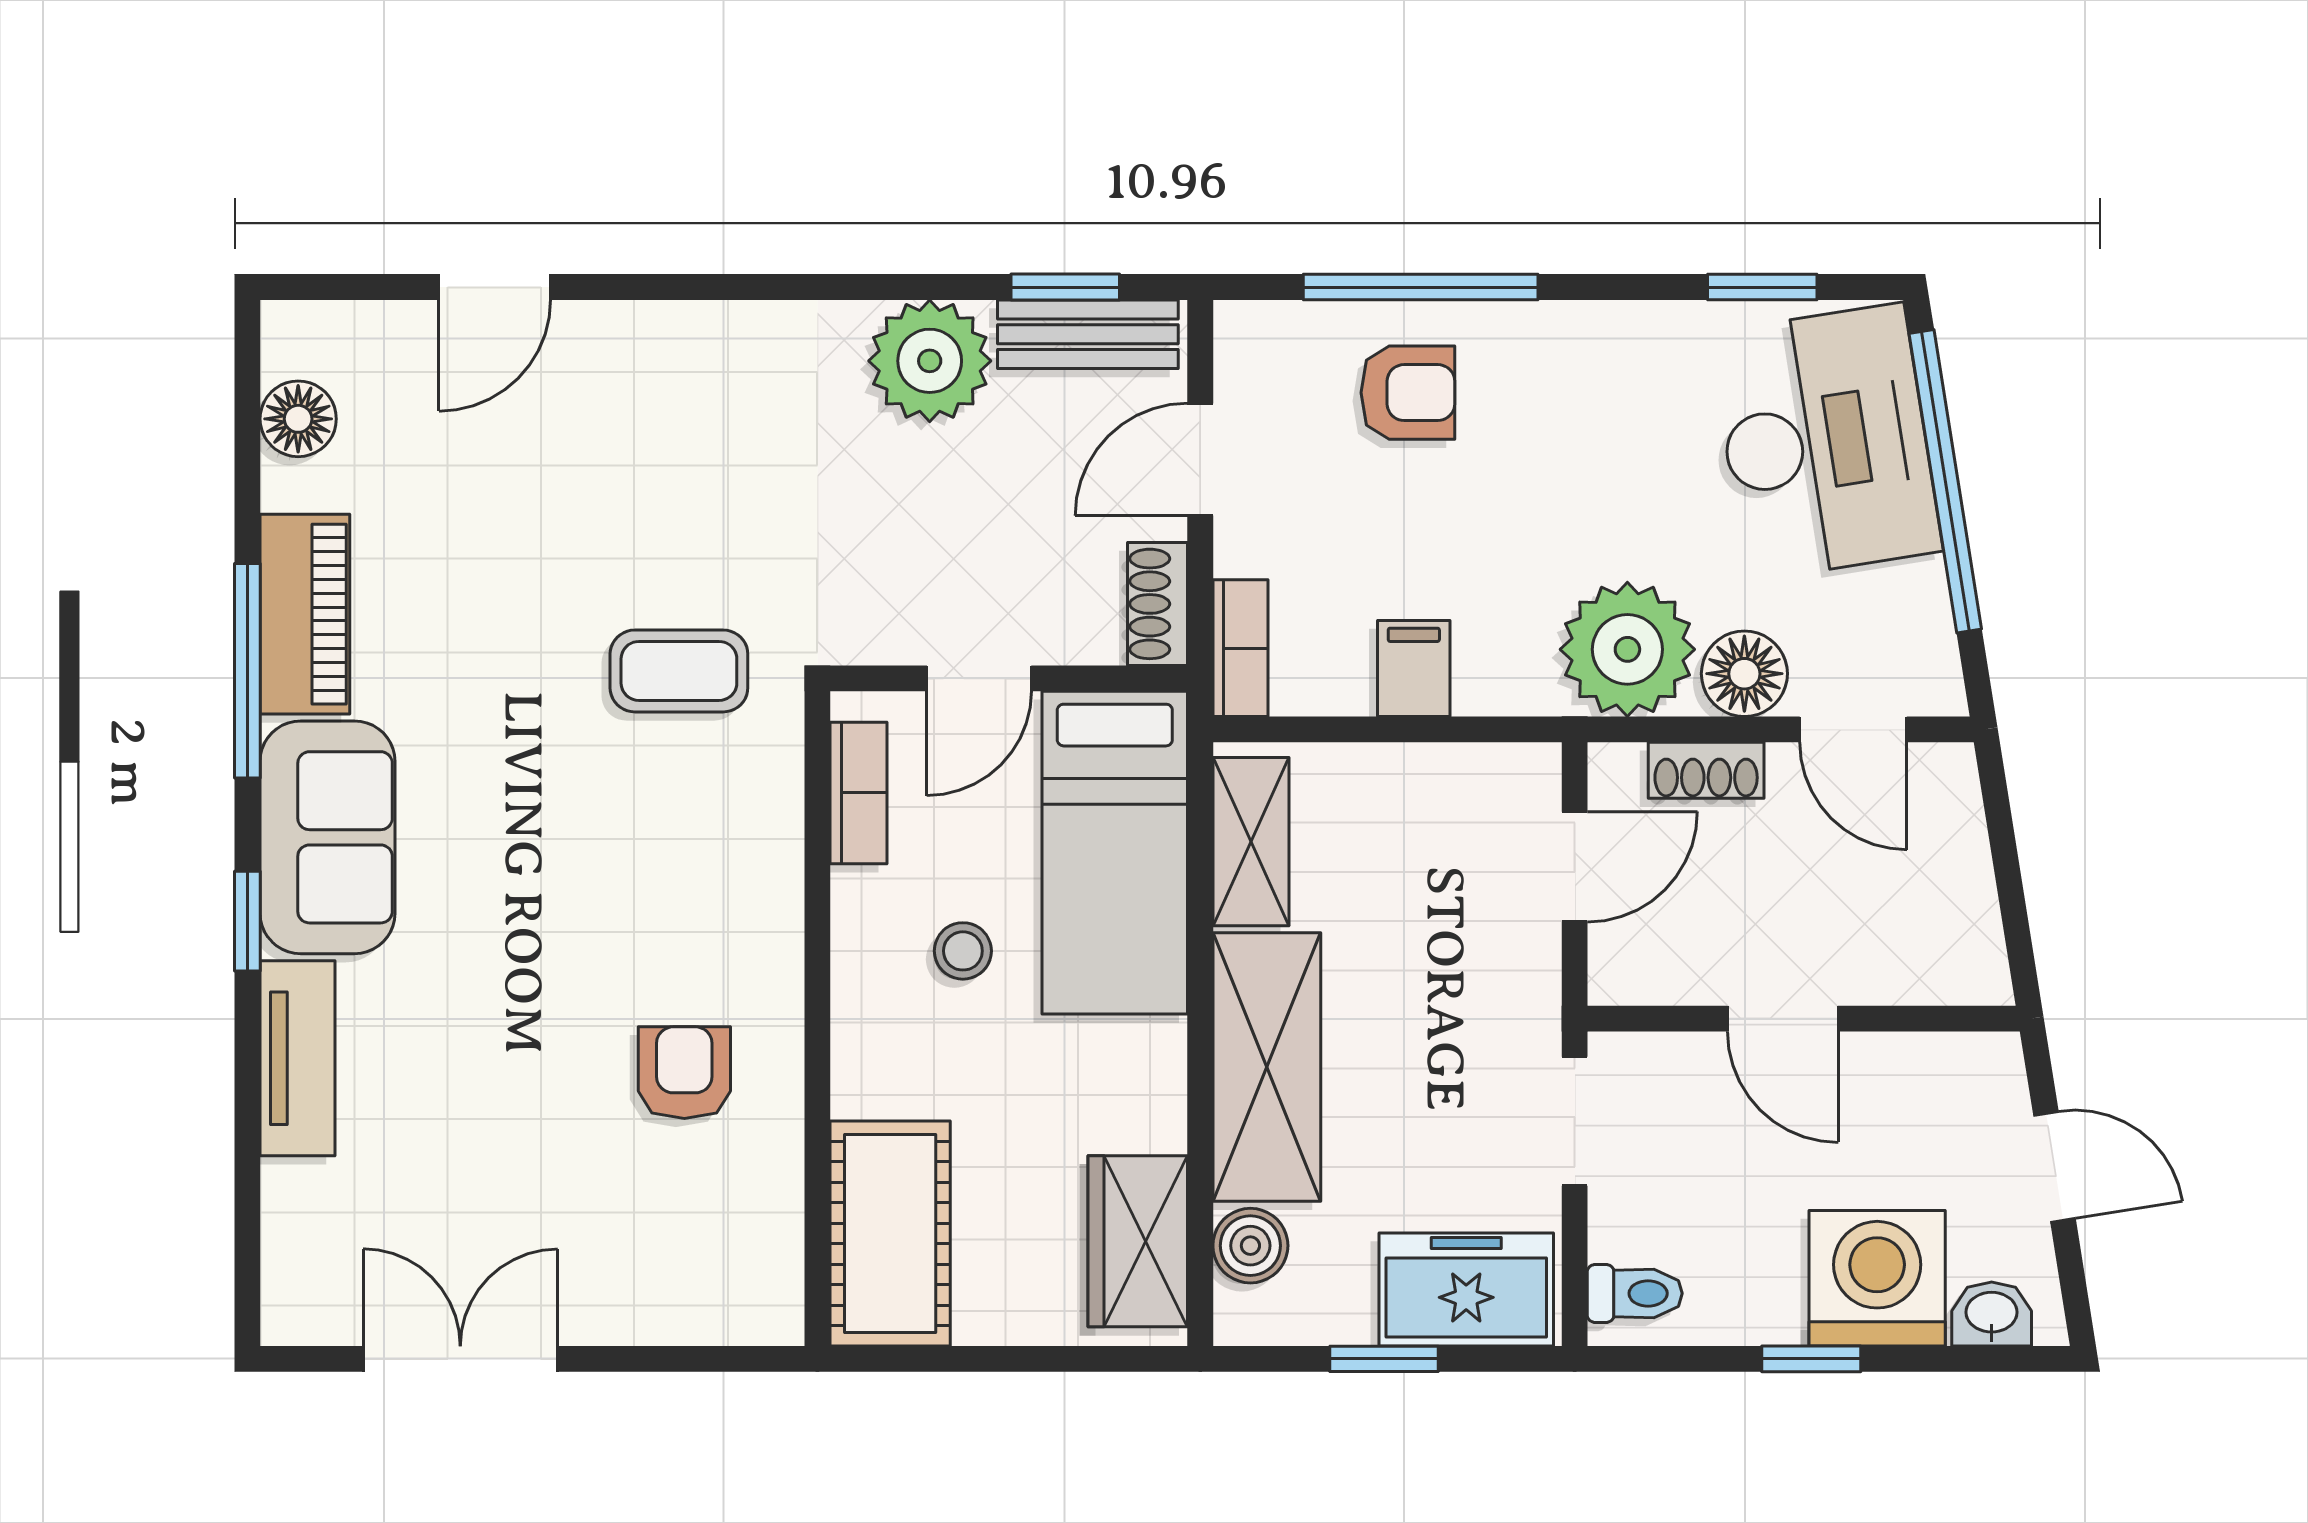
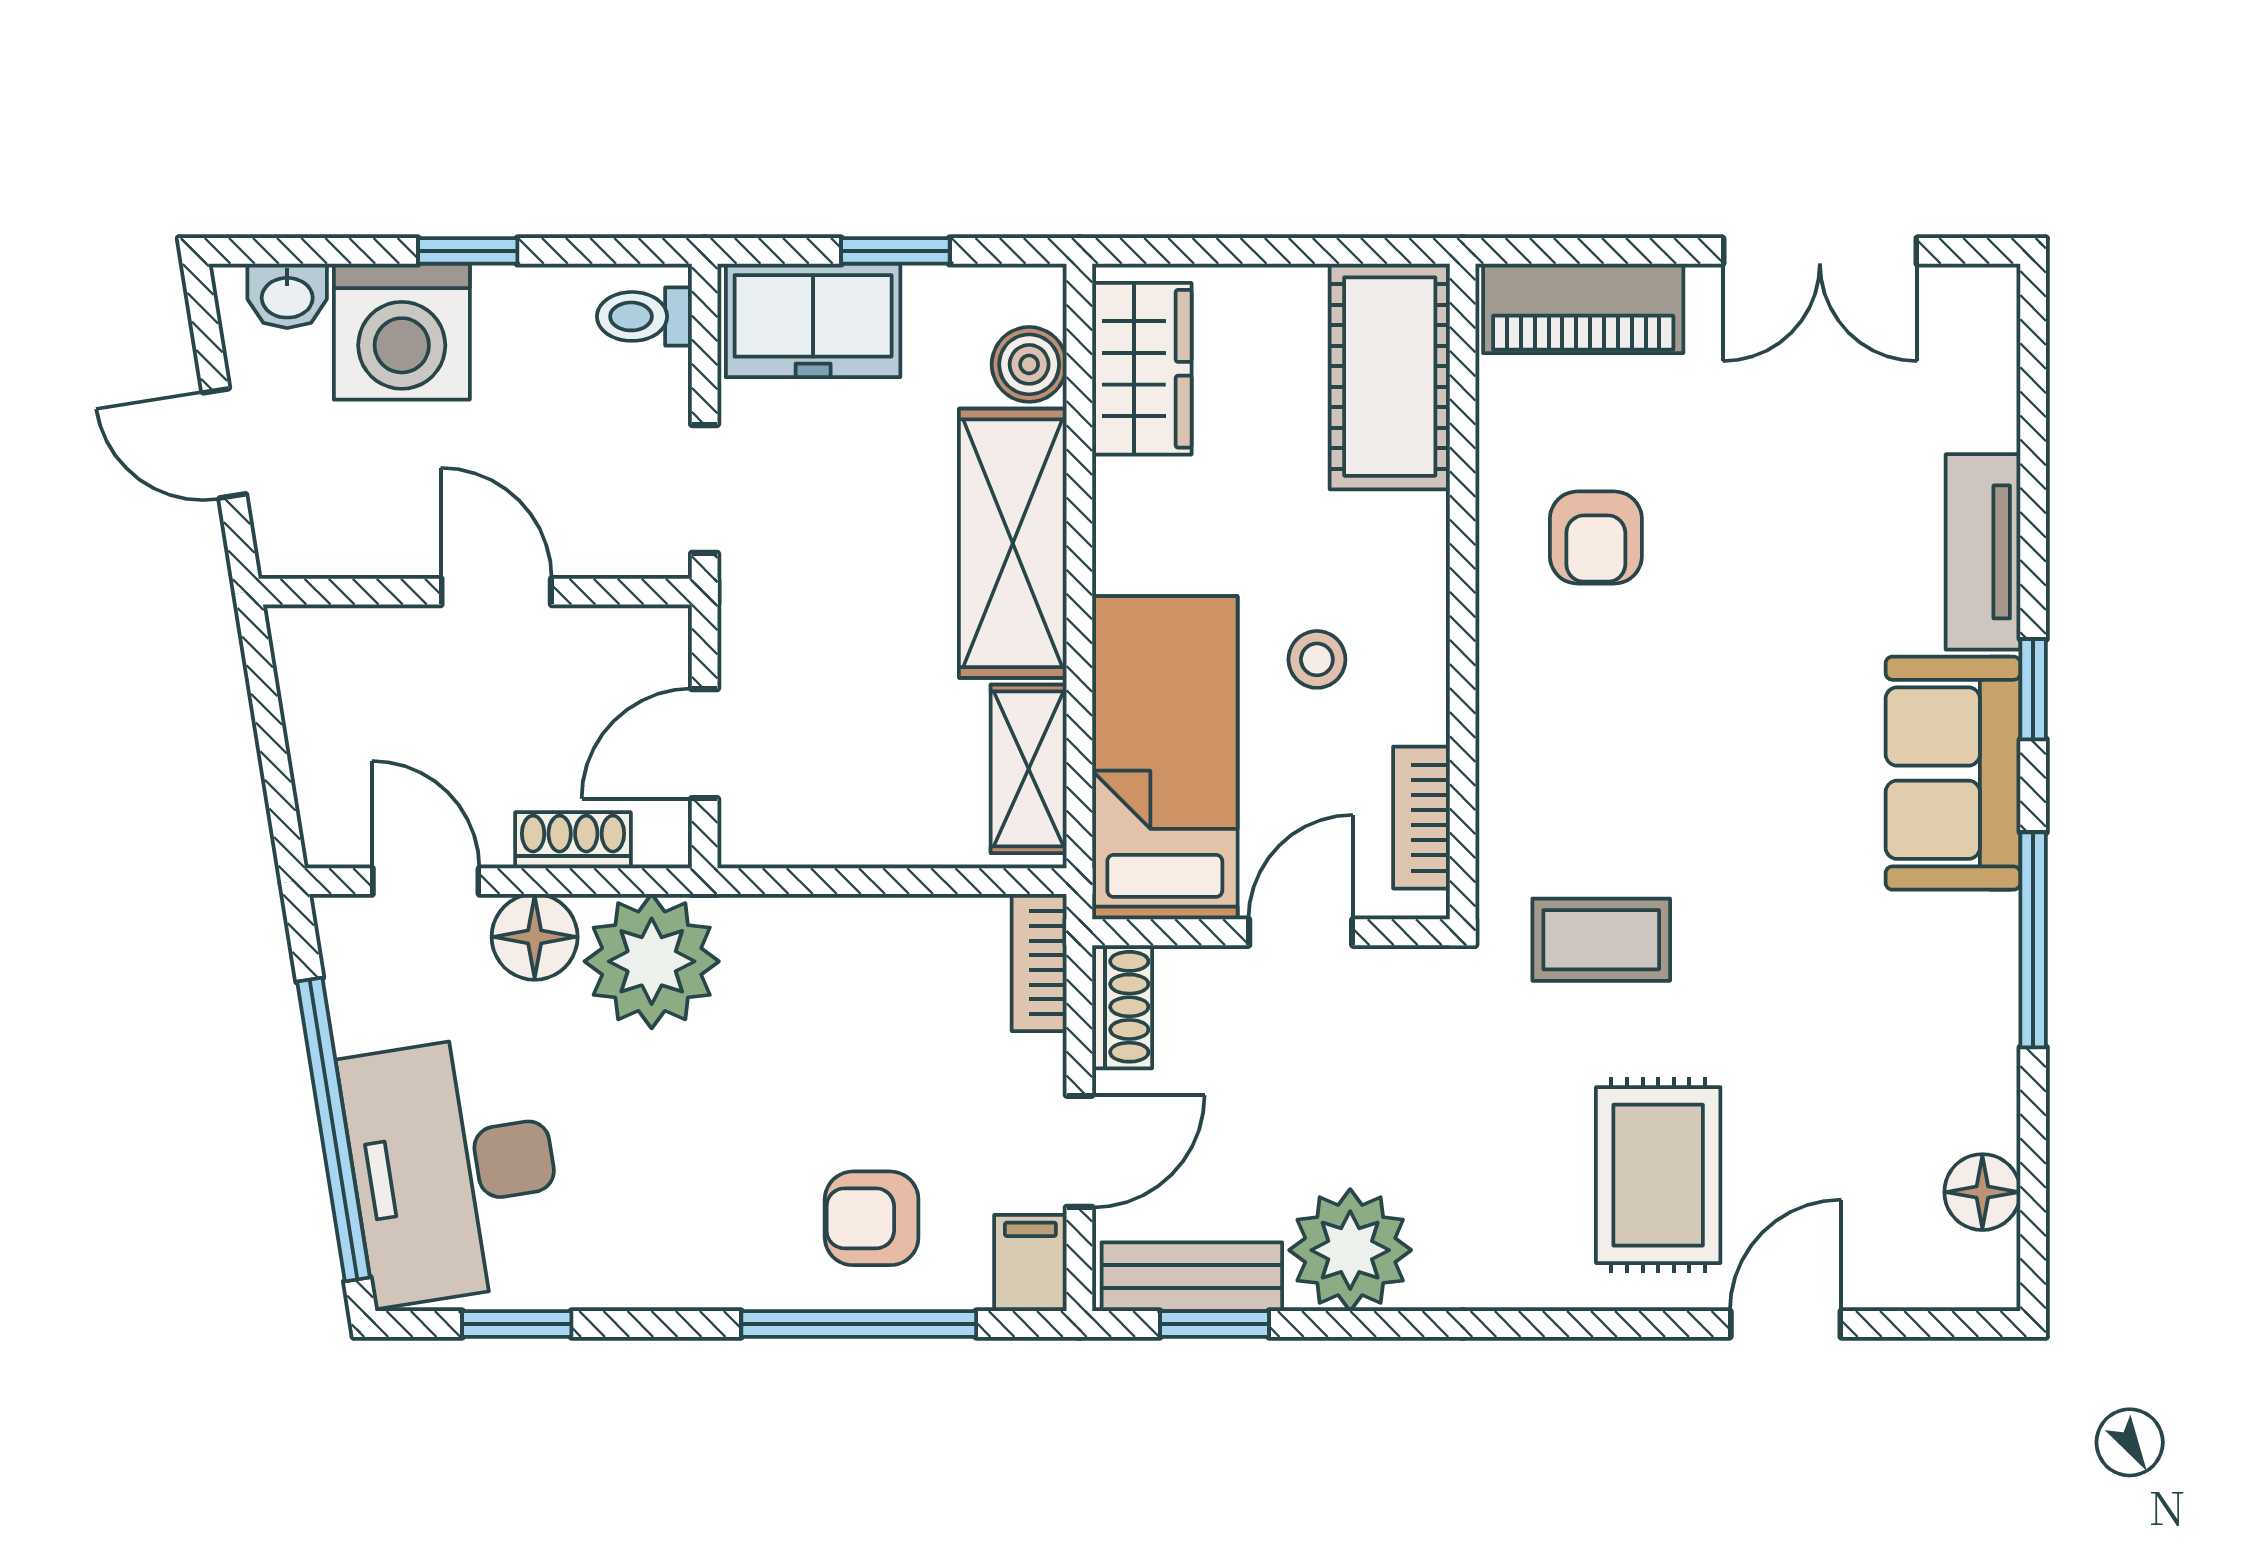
rug: (622, 436) -> (1658, 1175), added
piano: (305, 614) -> (1583, 308), moved, turned -90
filing cabinet: (1414, 668) -> (1030, 1263), moved, turned 180

